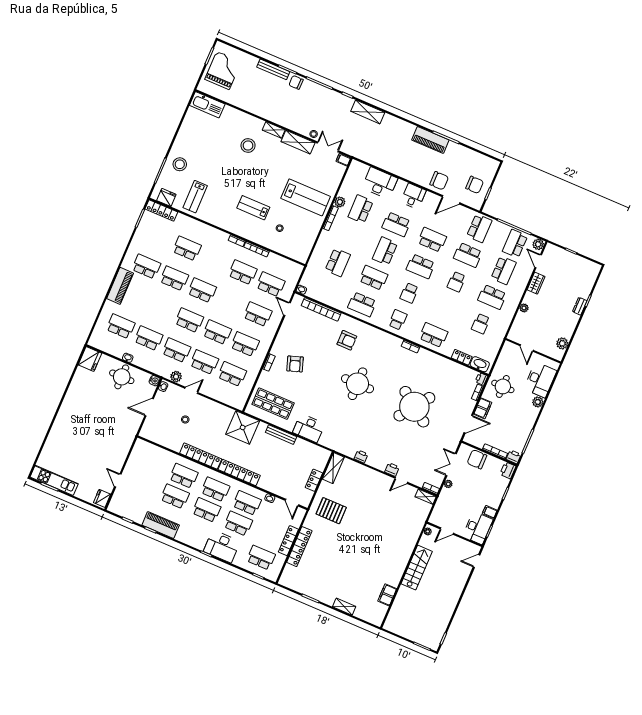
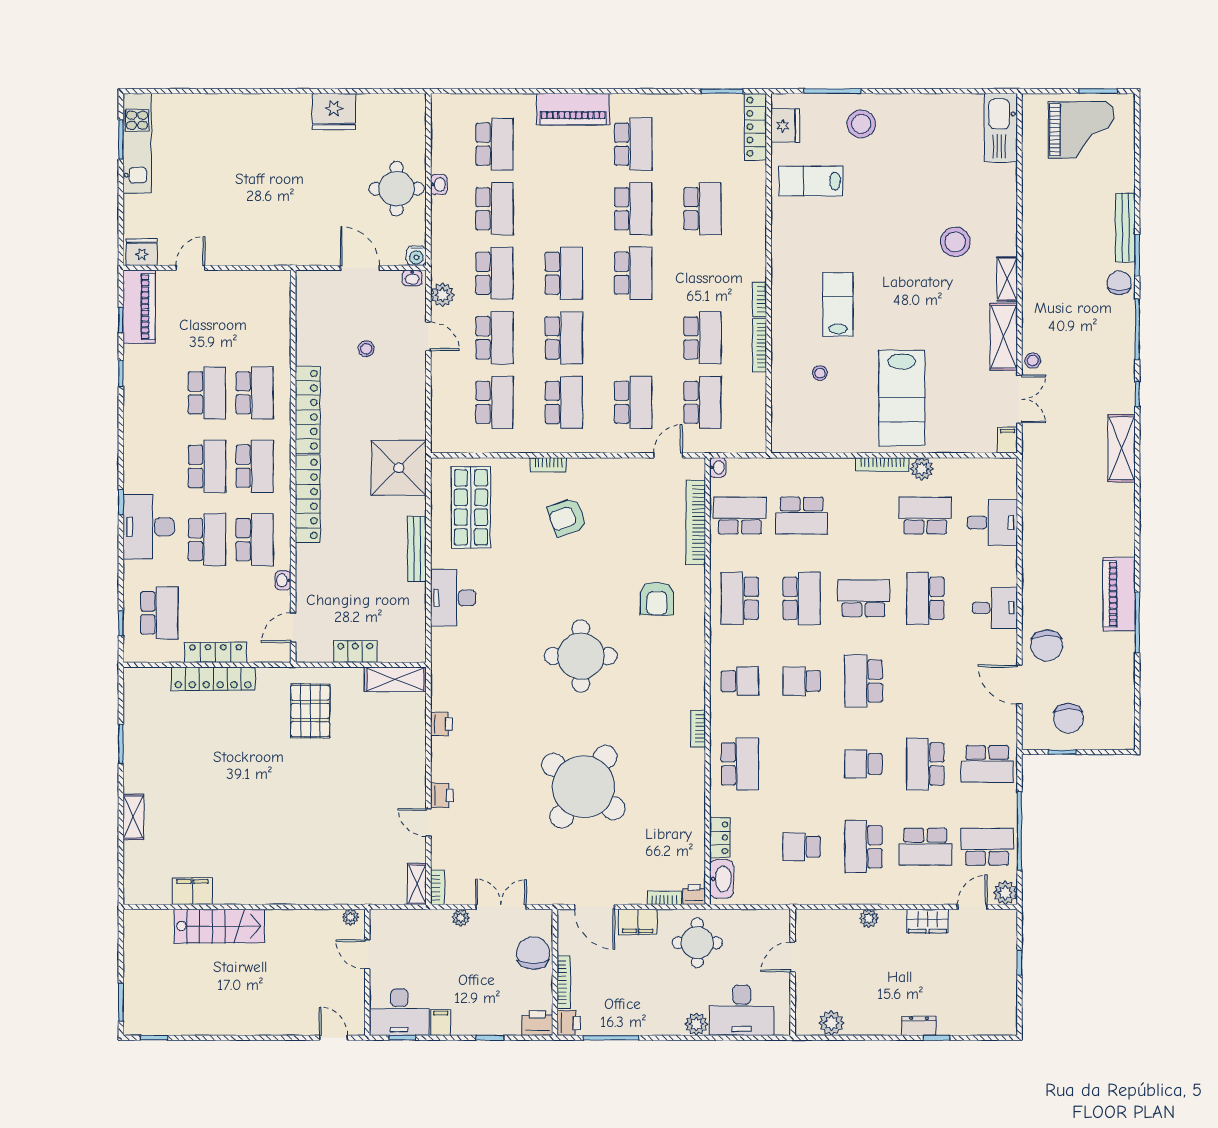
desk: (380, 183) -> (992, 523), width x0.73
school desk: (432, 240) -> (740, 516), moved, turned -90
fridge: (90, 359) -> (334, 111), moved
piano: (161, 525) -> (139, 307), moved
stairs: (417, 568) -> (219, 926), moved

